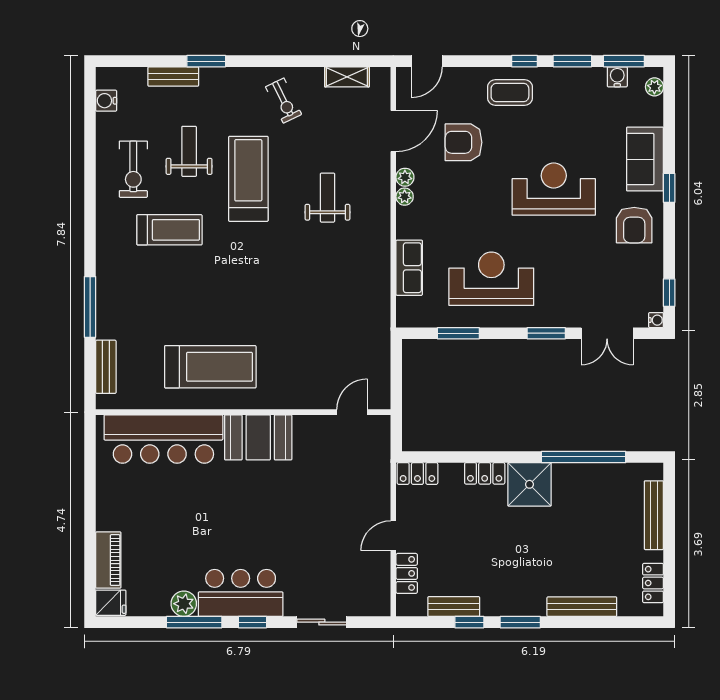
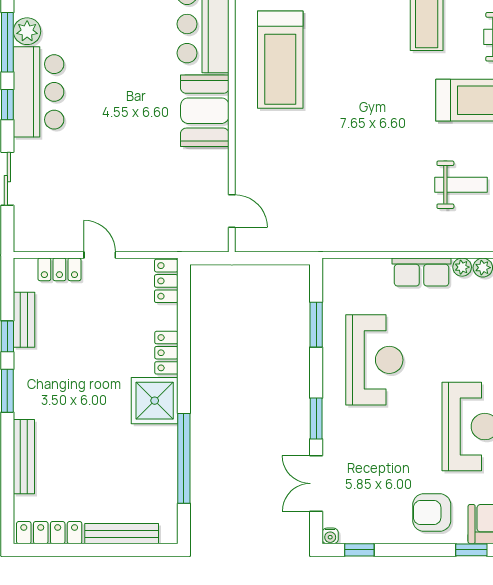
row of seats: (409, 268) -> (422, 272), moved
locker: (653, 583) -> (49, 533), width x1.53

